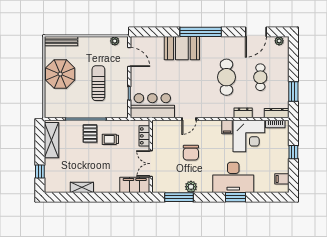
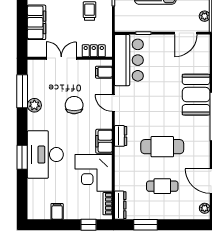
dresser: (243, 113) -> (121, 136), moved
filing cabinet: (163, 127) -> (104, 72), added
filing cabinet: (227, 127) -> (104, 141), width x2.00
window: (293, 152) -> (89, 225), moved
chair: (191, 153) -> (74, 105), turned 90
filing cabinet: (282, 179) -> (57, 211), moved
filing cabinet: (135, 185) -> (36, 22), moved

